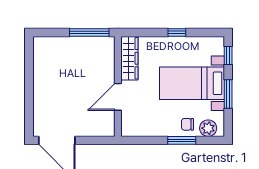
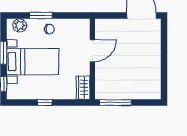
wardrobe: (129, 58) -> (83, 88), width x0.67
chair: (187, 124) -> (49, 29), moved

